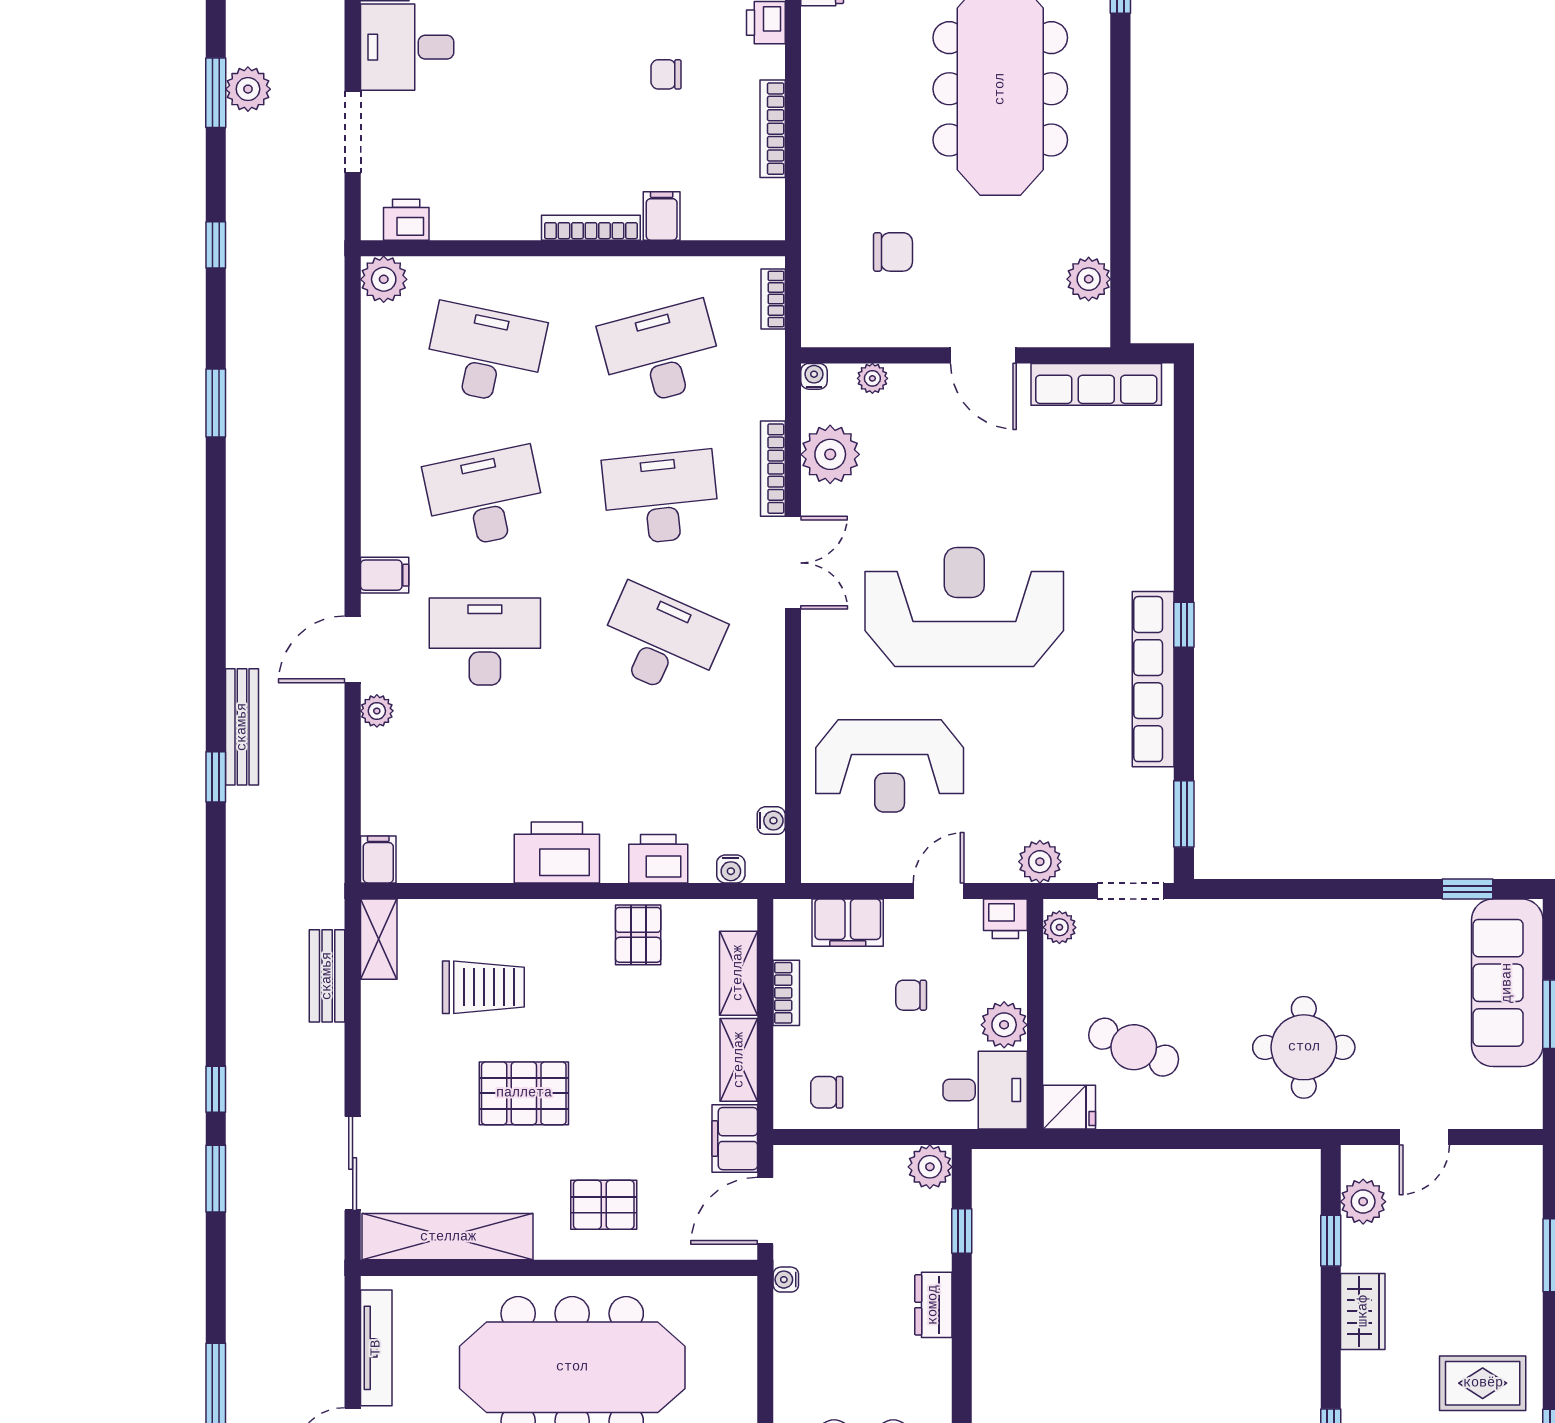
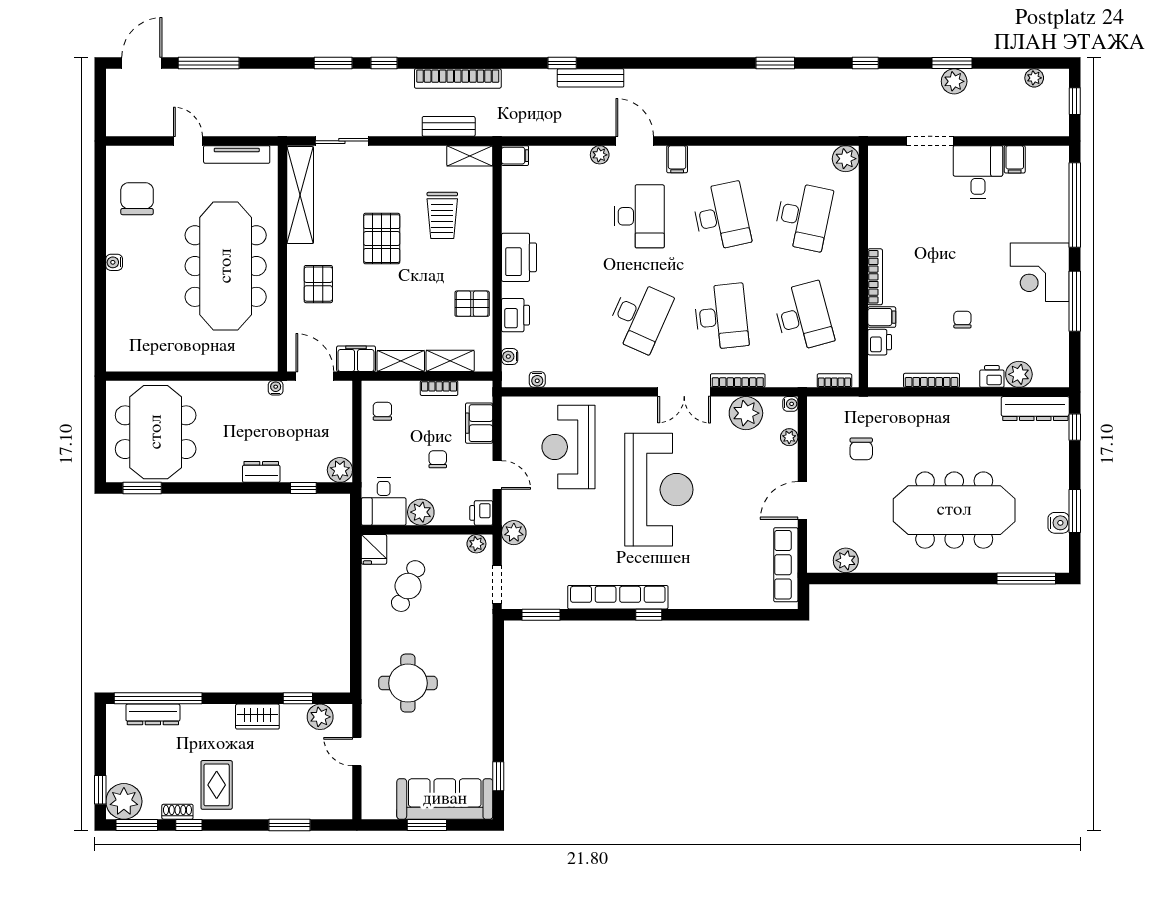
printer: (406, 220) -> (880, 342), moved
bookcase: (243, 960) -> (458, 78), added

